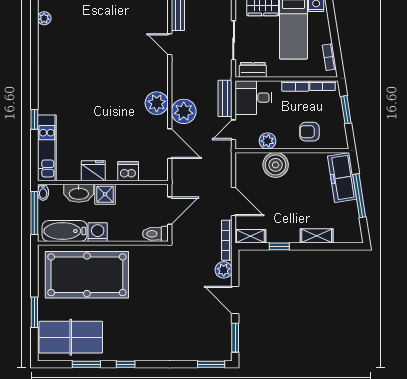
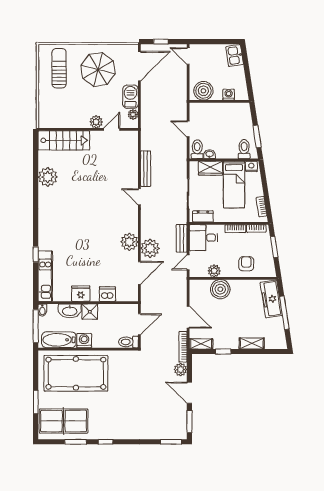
plant: (44, 18) -> (48, 177), width x1.87, depth x1.87
armchair: (309, 132) -> (246, 264), turned 90
door: (170, 144) -> (139, 273), hinge flipped

